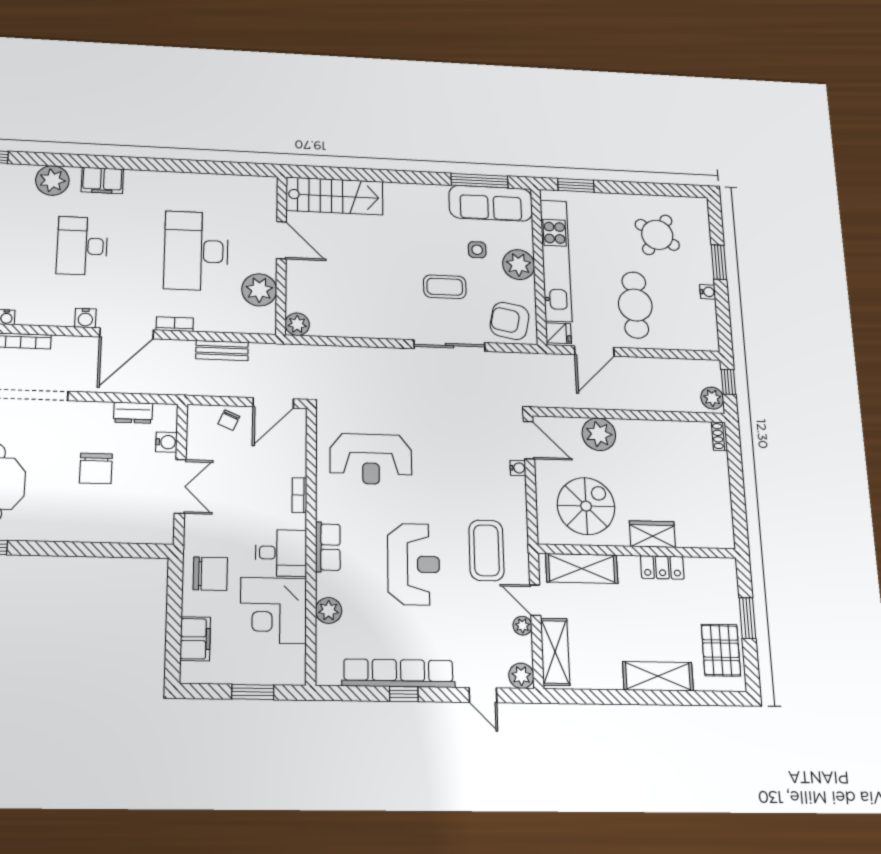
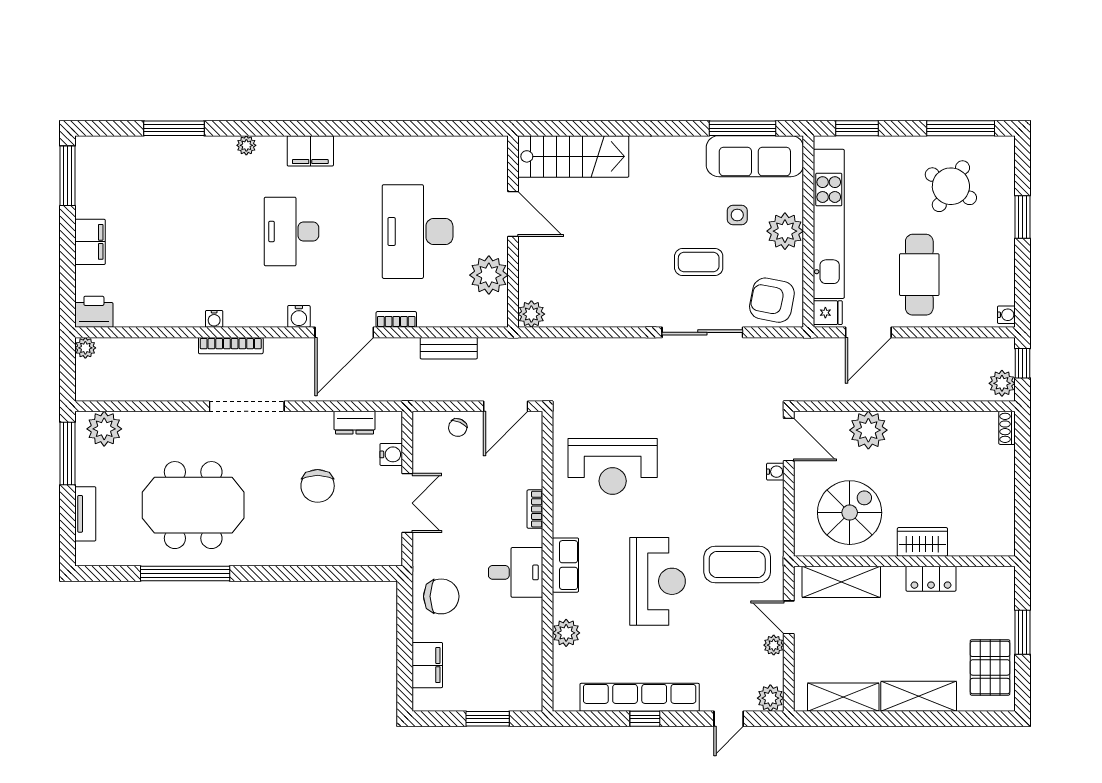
plant: (52, 180) -> (246, 145), width x0.53, depth x0.53
window: (662, 190) -> (961, 128), added
water cooler: (708, 292) -> (1006, 315), moved
coffee table: (486, 550) -> (737, 565), turned 90
corner desk: (273, 610) -> (508, 634), removed
shelving: (555, 652) -> (843, 697), moved, turned 90
door: (483, 695) -> (729, 719), hinge flipped

